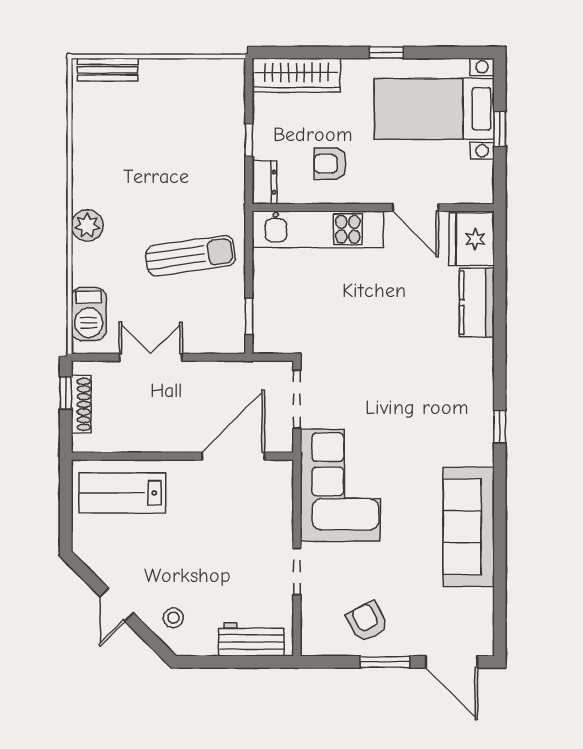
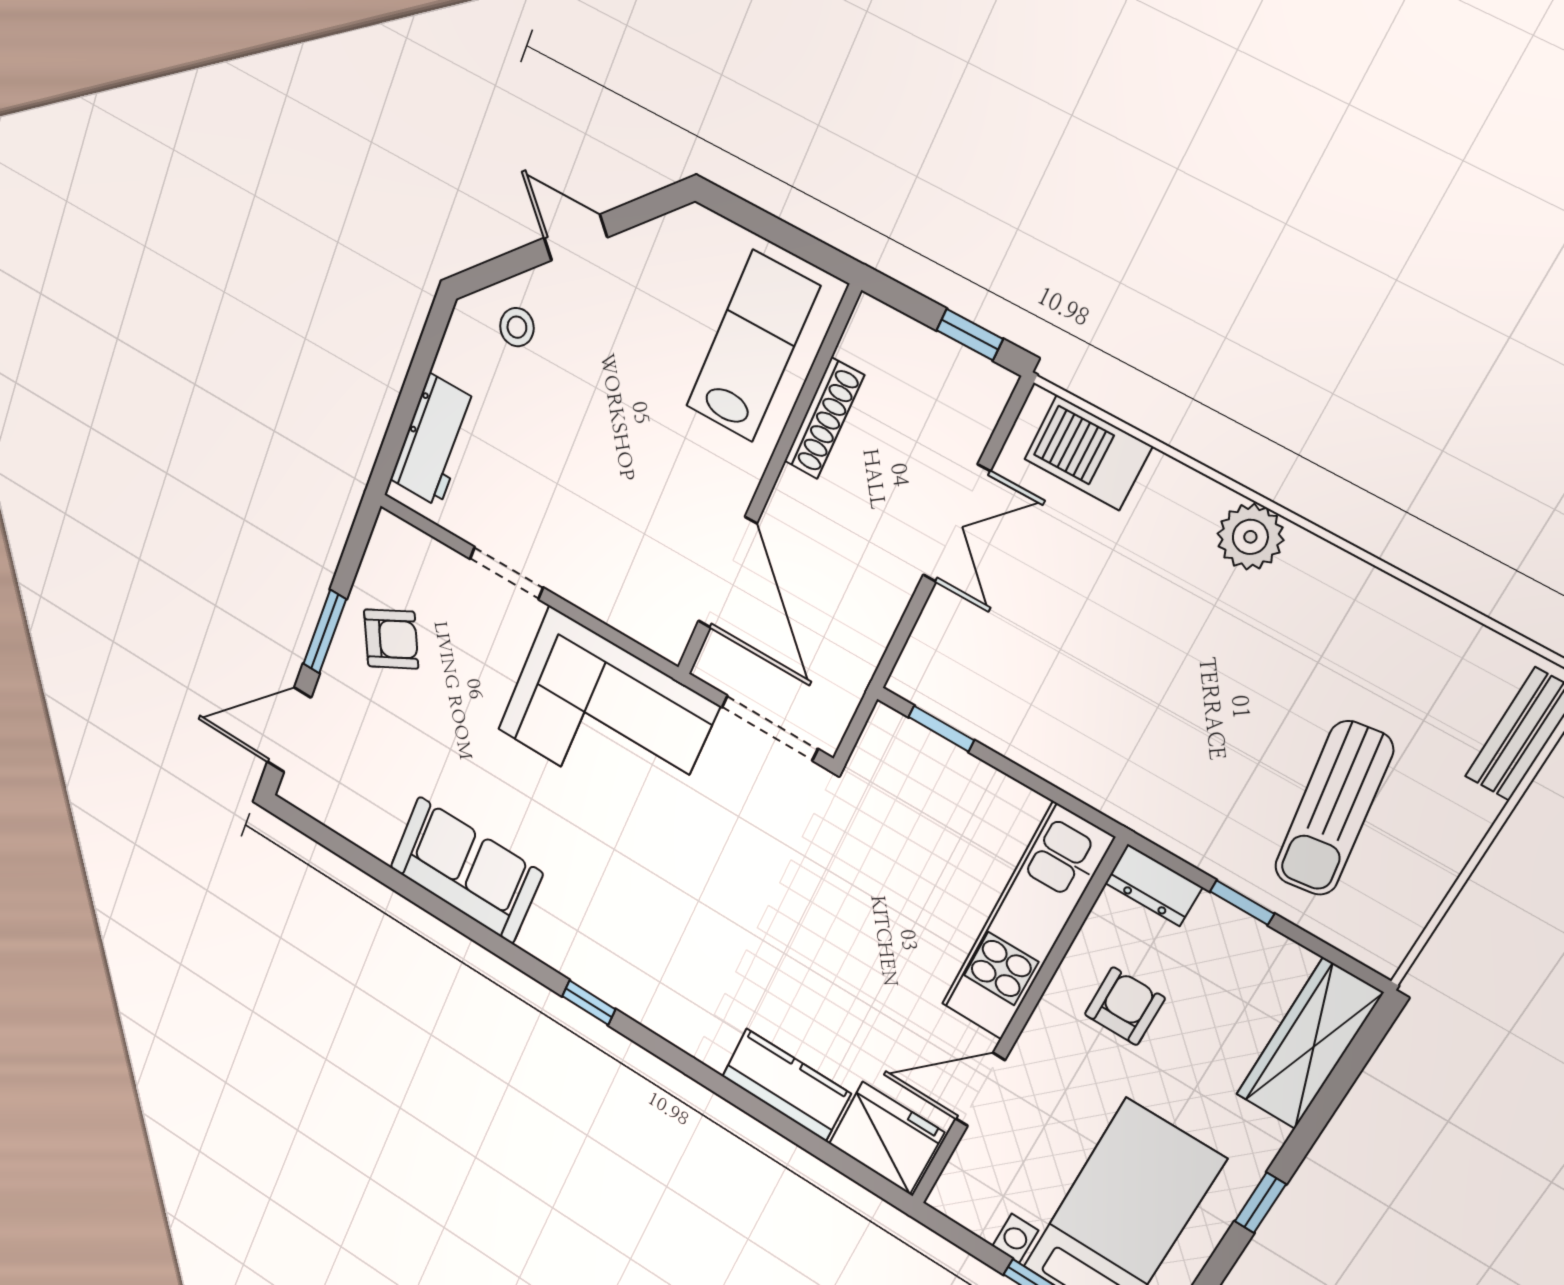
sun lounger: (191, 256) -> (1333, 809), moved
shoe rack: (81, 404) -> (824, 418), moved, turned -90
sofa: (469, 527) -> (466, 870), width x0.73

